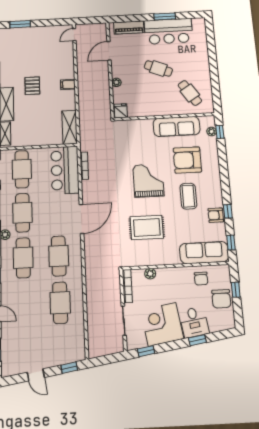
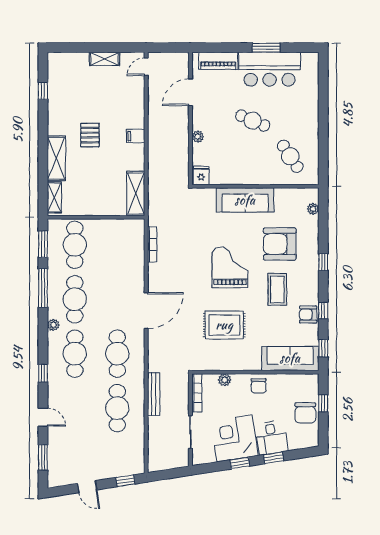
window: (20, 24) -> (76, 48), removed
shelving: (42, 31) -> (104, 59), added
sofa: (177, 126) -> (245, 200), moved
window: (220, 132) -> (323, 262), moved
bar counter: (65, 170) -> (128, 249), removed
chair: (201, 279) -> (259, 386), moved
bench: (91, 289) -> (154, 394), added
window: (146, 351) -> (240, 463), moved

